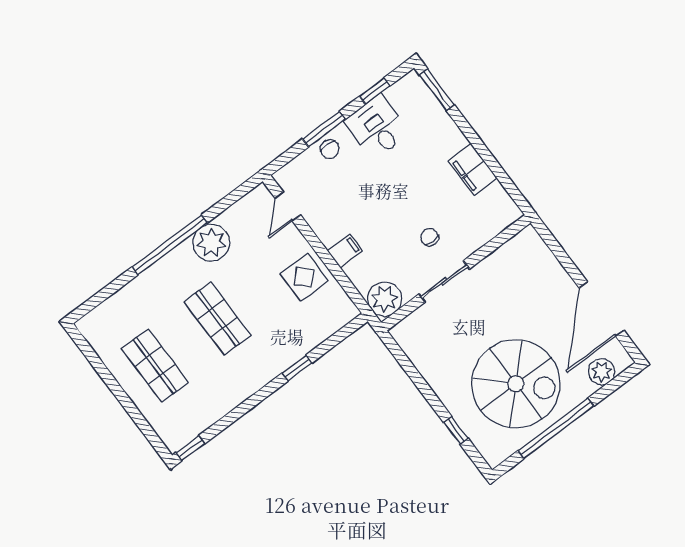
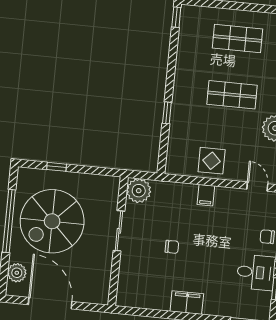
wall: (456, 273) -> (118, 241), moved
sliding door: (444, 281) -> (119, 231), moved
plant: (385, 299) -> (139, 191), moved

